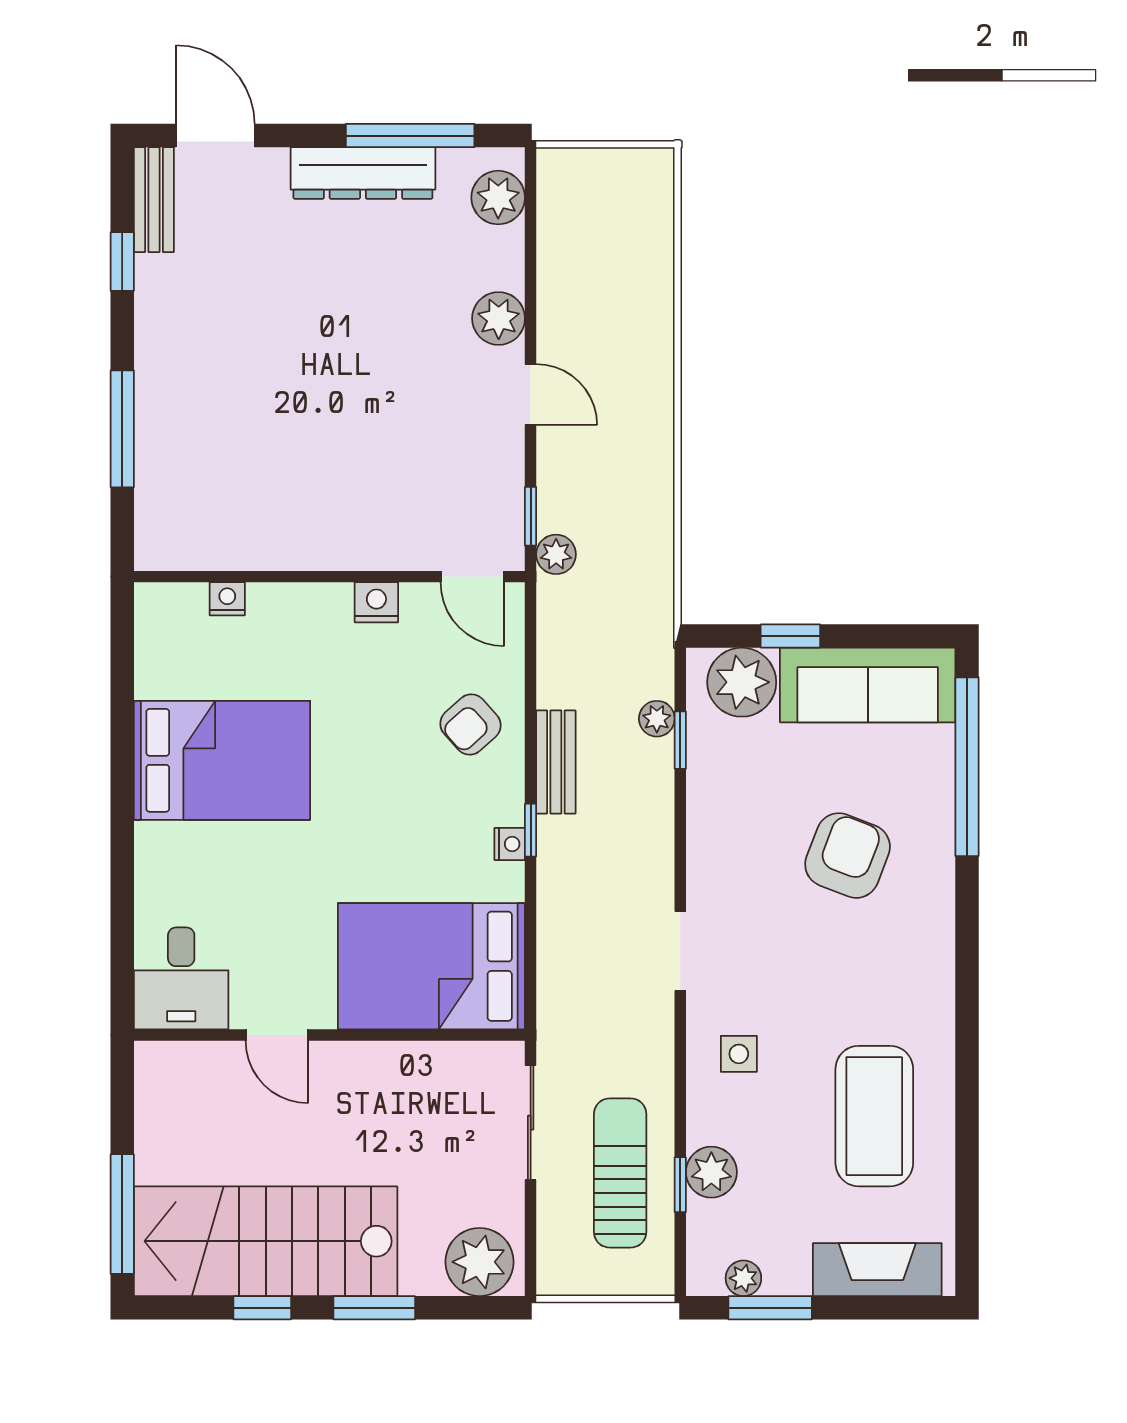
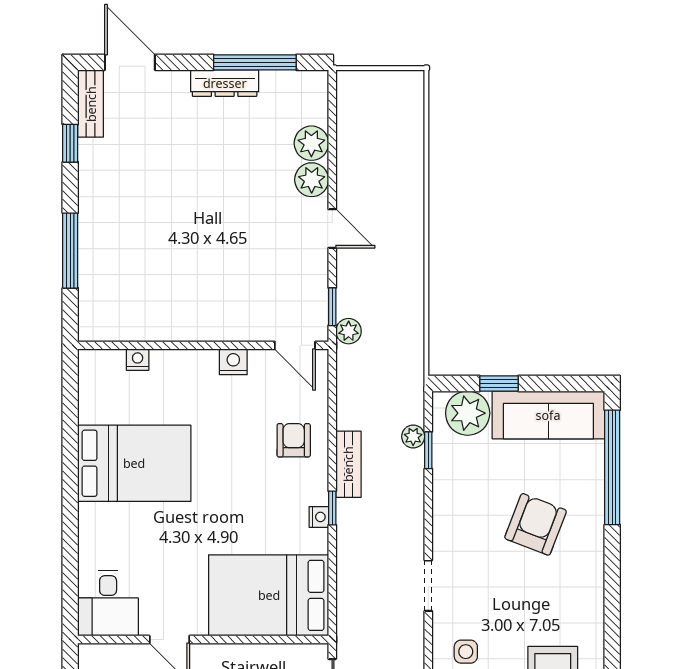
dresser: (363, 173) -> (225, 83), width x0.73, depth x0.80
plant: (498, 198) -> (311, 143), moved
armchair: (471, 725) -> (294, 440), turned 132

